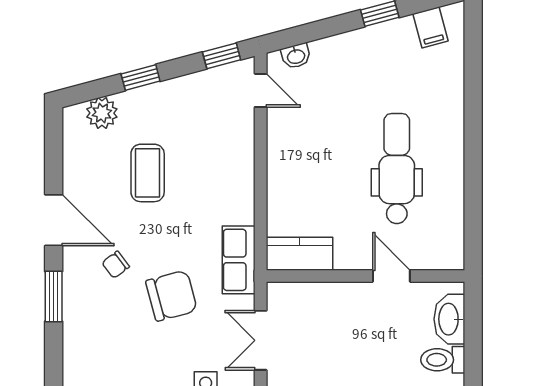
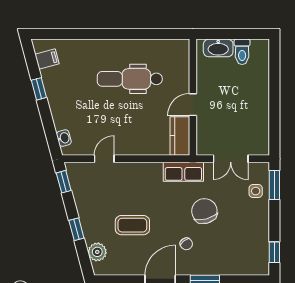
door: (261, 90) -> (104, 159), moved
door: (391, 276) -> (193, 105), moved

